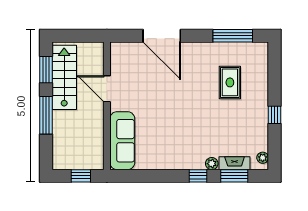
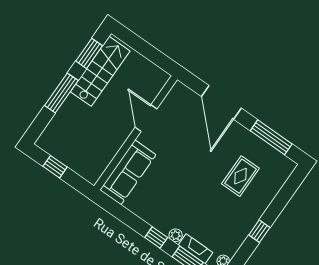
door: (162, 36) -> (221, 102), moved
door: (107, 89) -> (146, 118), moved
wall: (107, 106) -> (136, 133), moved
sofa: (122, 141) -> (128, 172), moved

